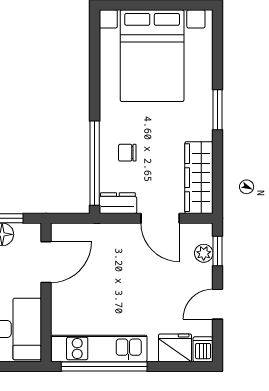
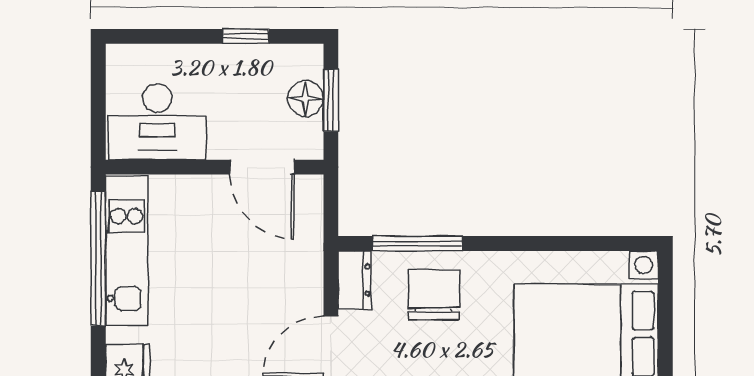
chair: (127, 153) -> (434, 295), width x1.87, depth x1.87
window: (95, 163) -> (417, 244), width x0.68

